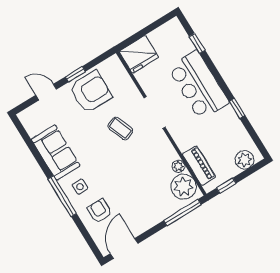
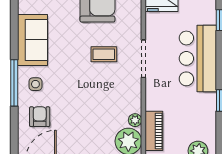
coffee table: (120, 129) -> (104, 54), turned -69

